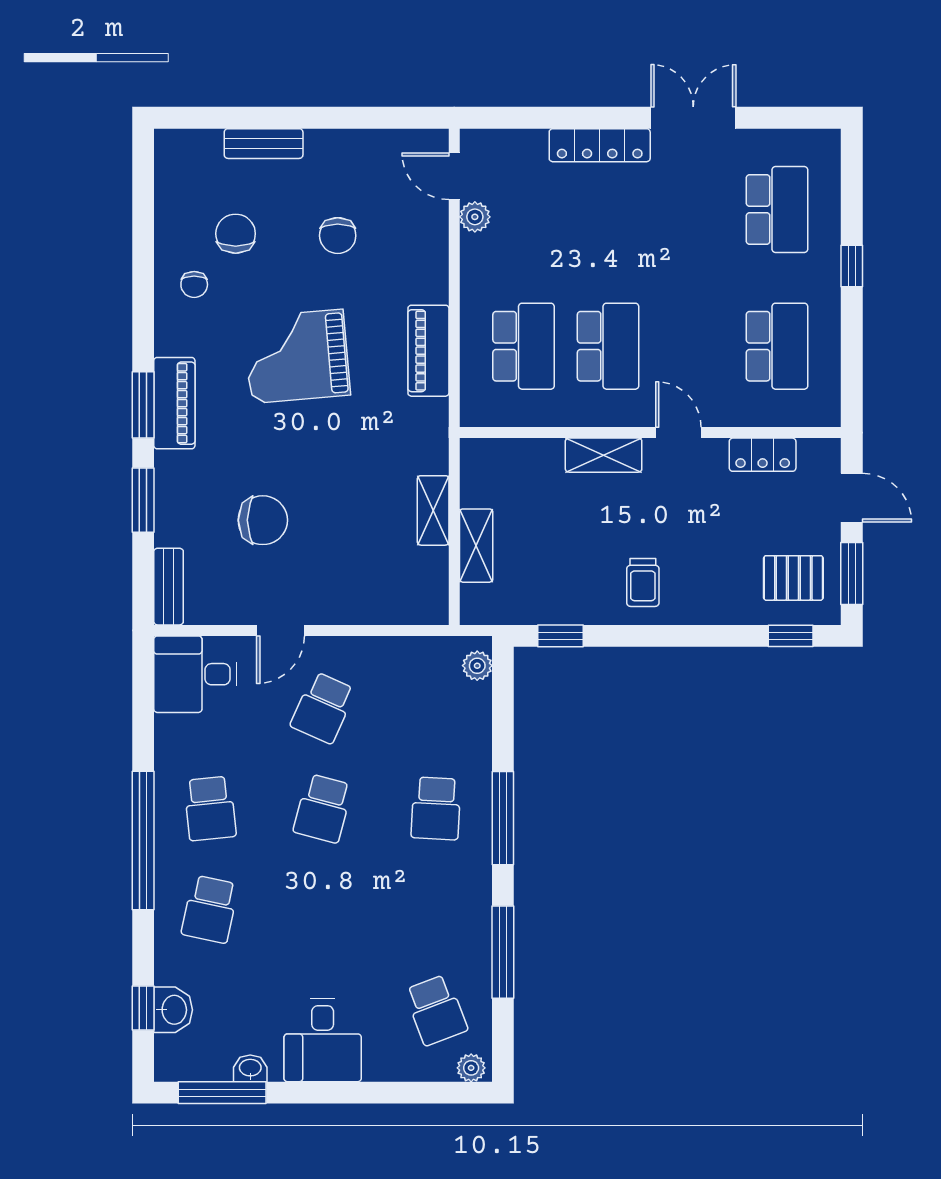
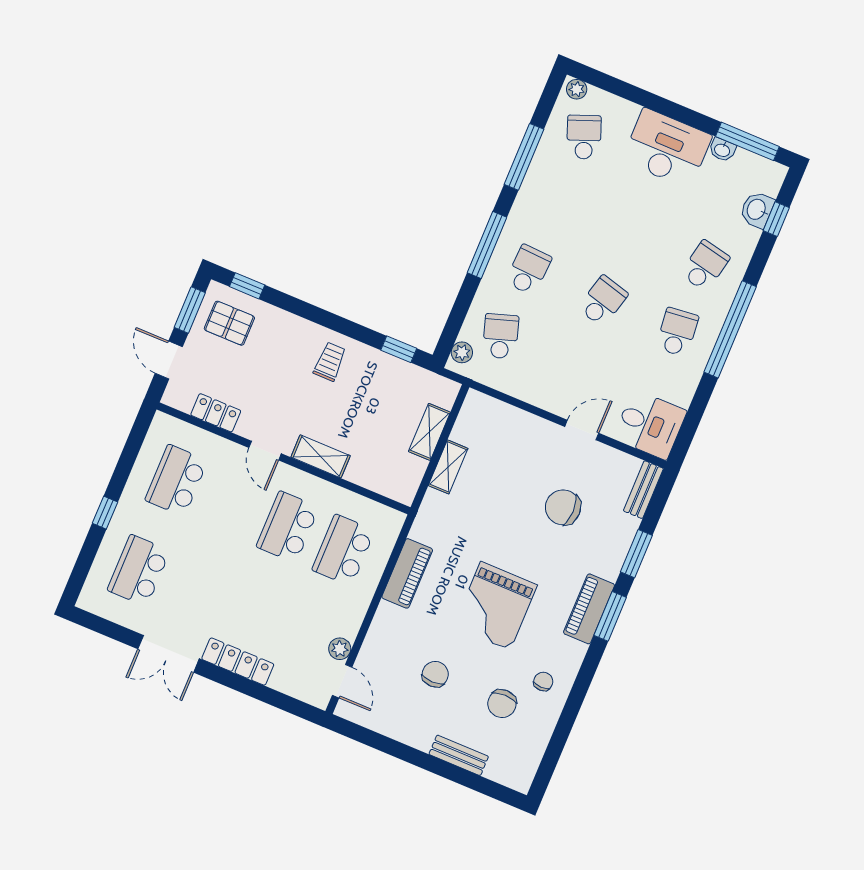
grand piano: (297, 356) -> (495, 606), turned 95
school desk: (323, 708) -> (501, 336), moved, turned -42
desk: (323, 1040) -> (667, 148), width x1.37

